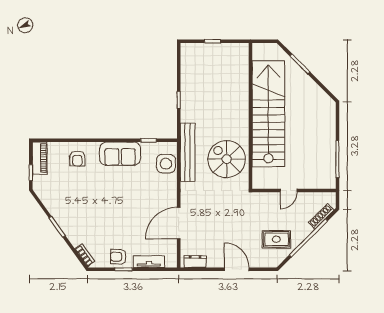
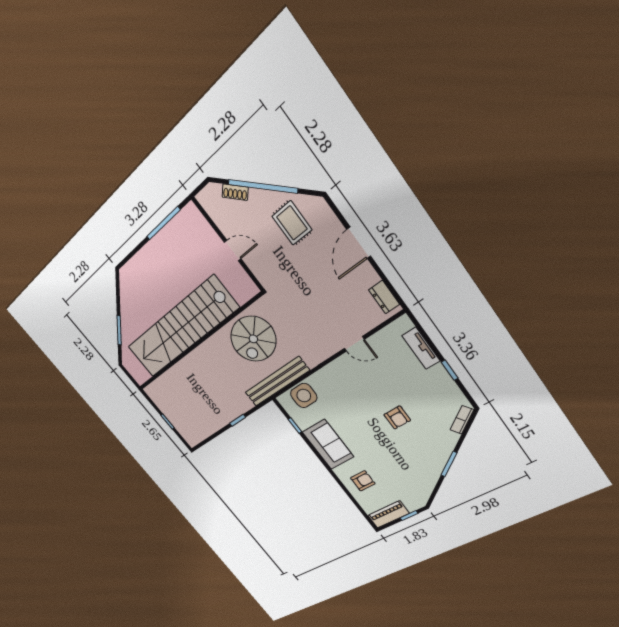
shoe rack: (321, 216) -> (235, 192), width x0.70
door: (179, 223) -> (354, 344), width x0.53
armchair: (118, 257) -> (397, 417), moved

